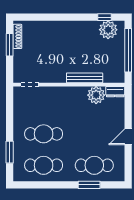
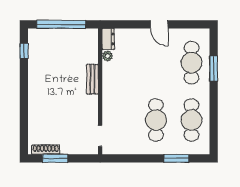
plant: (108, 30) -> (38, 47), removed
bench: (85, 78) -> (93, 79), width x0.73
plant: (96, 95) -> (107, 56), width x0.53, depth x0.53

